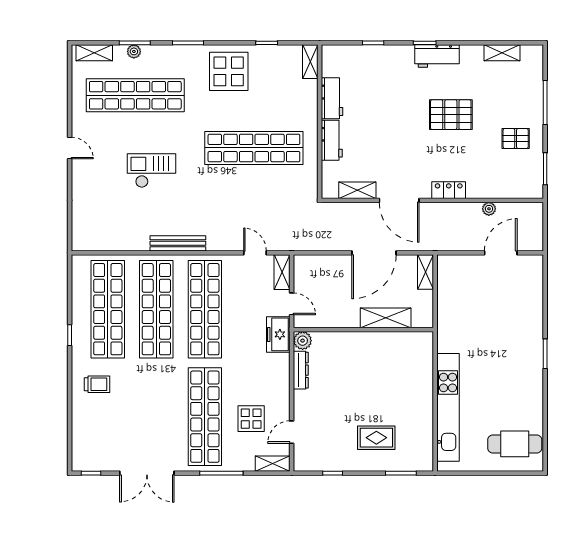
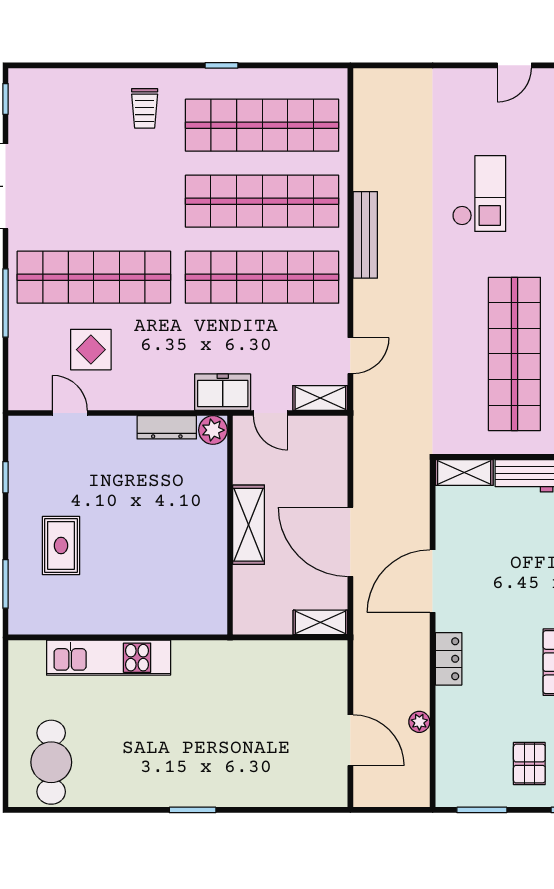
shelving: (357, 190) -> (464, 473), moved, turned 90
door: (292, 304) -> (271, 413), hinge flipped
shelving: (386, 318) -> (249, 525), moved
kitchen unit: (448, 407) -> (109, 658), width x0.73
shelving: (273, 464) -> (20, 383), removed

